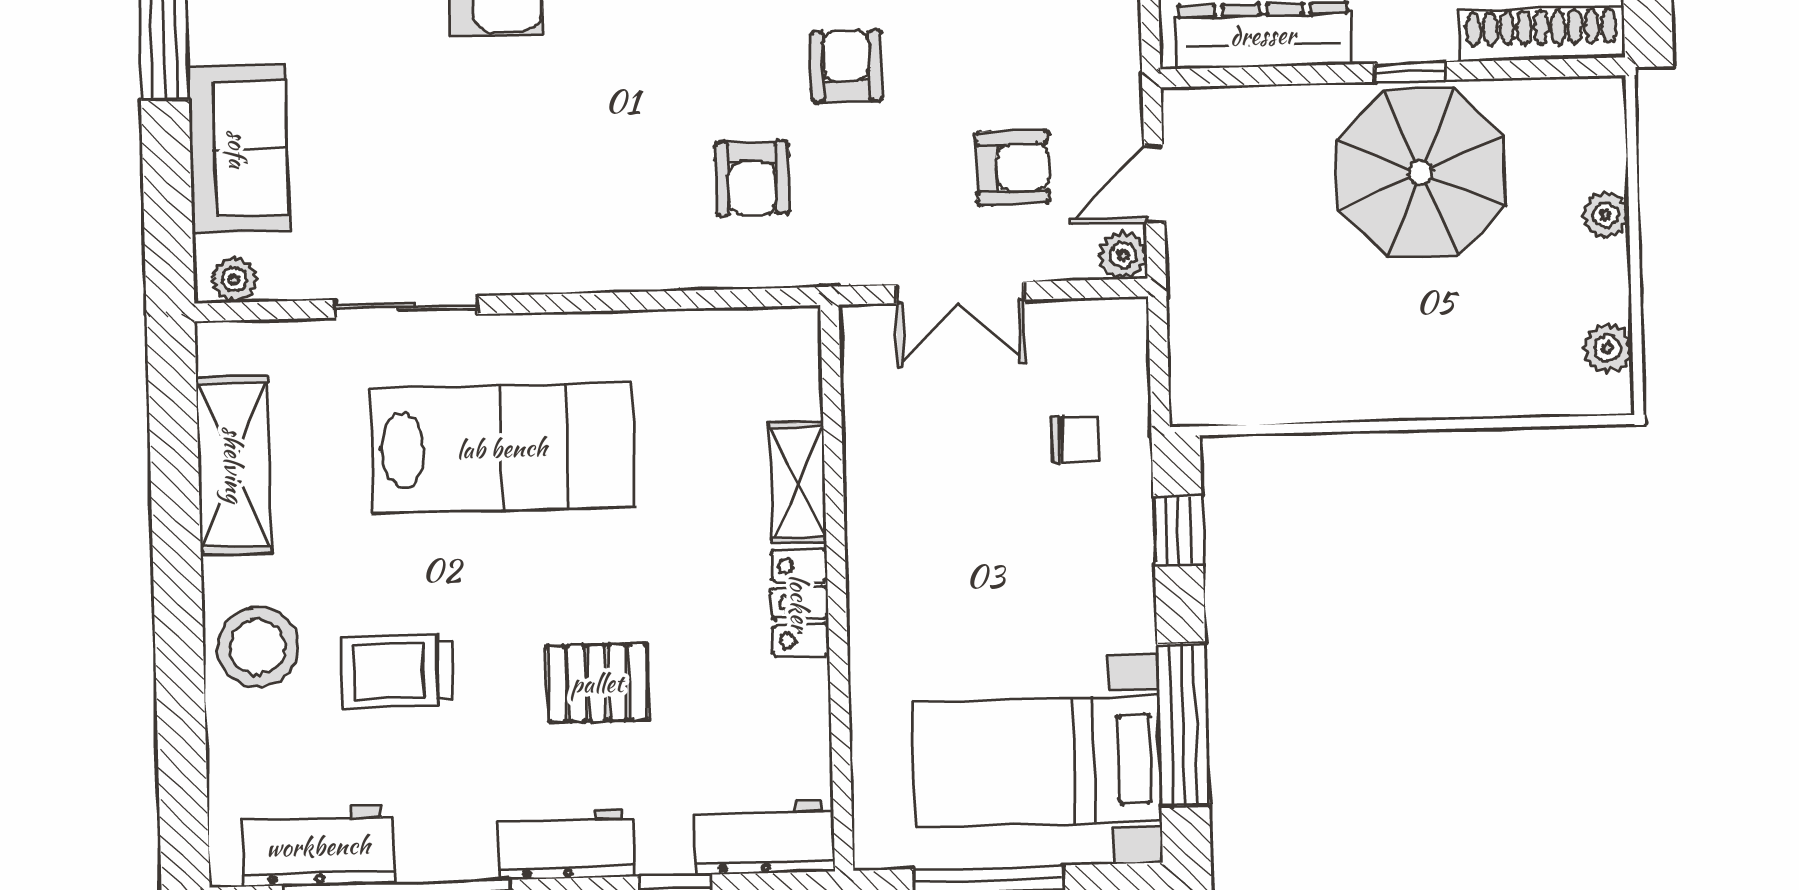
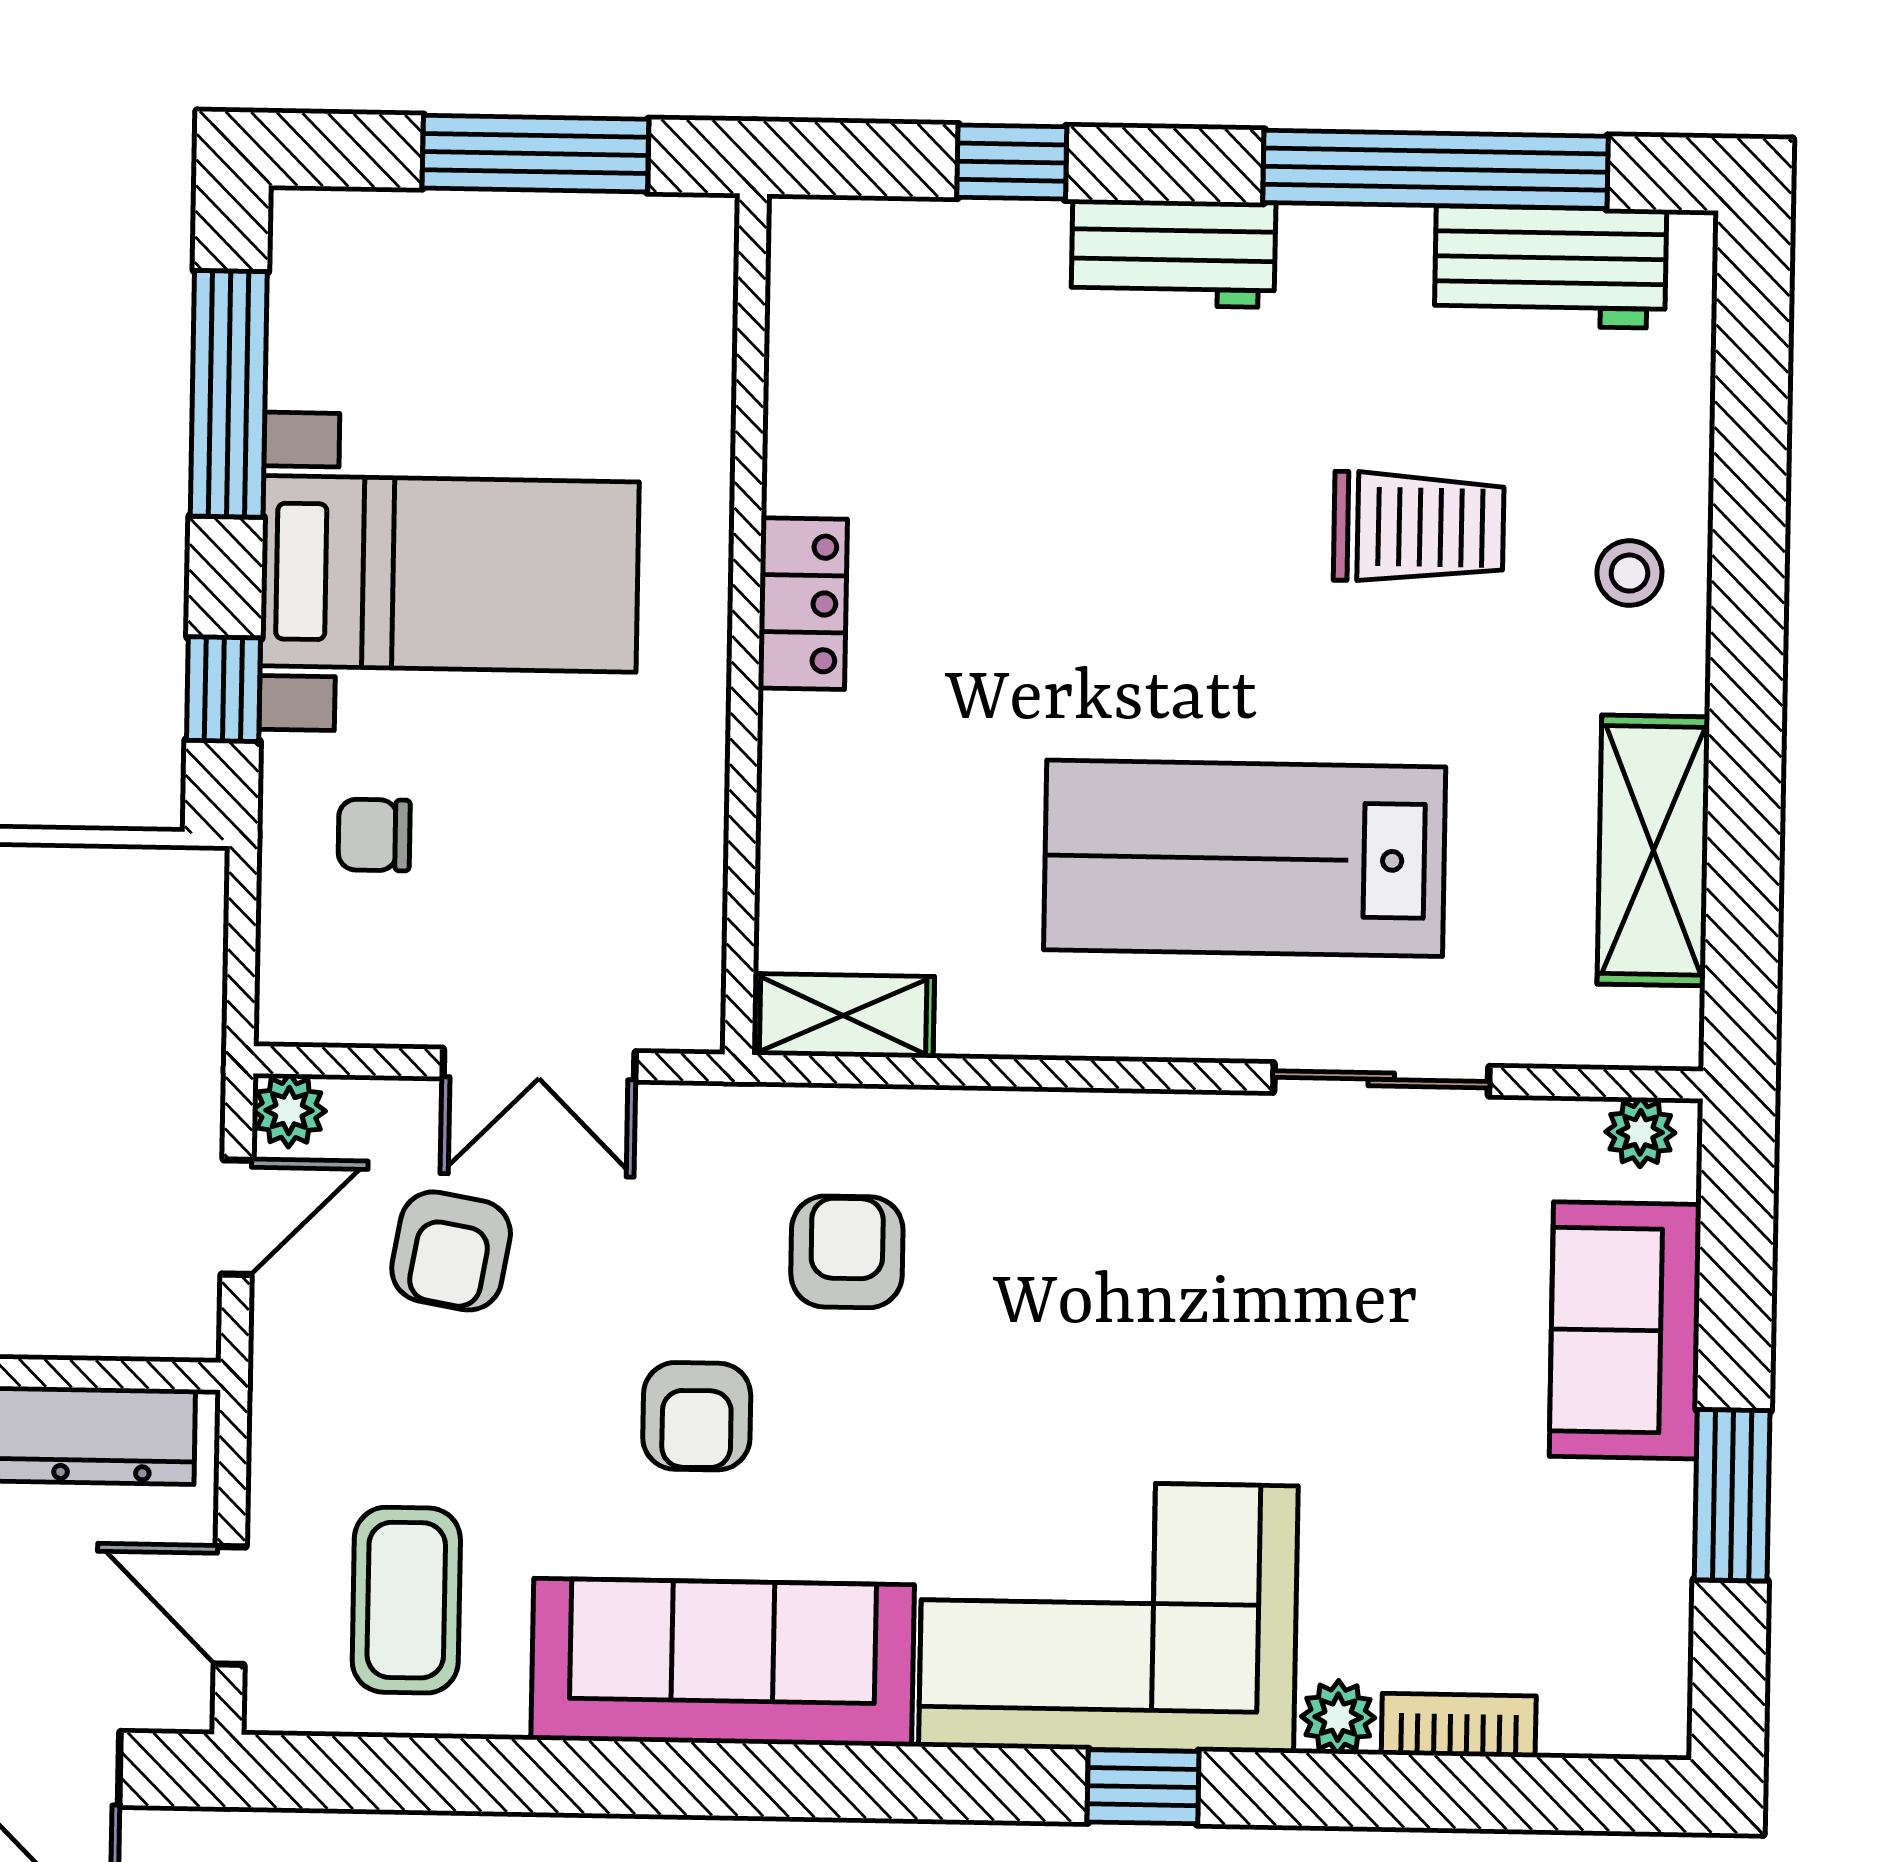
armchair: (1012, 167) -> (451, 1251), turned -80
double door: (960, 292) -> (539, 1065), swing flipped
shelving: (798, 483) -> (843, 1016), moved, turned 90
stool: (257, 647) -> (1629, 573), width x0.53, depth x0.53
pallet: (597, 683) -> (1116, 496), removed
bed with nightstands: (1037, 762) -> (450, 574), moved
workbench: (764, 837) -> (872, 251), removed

